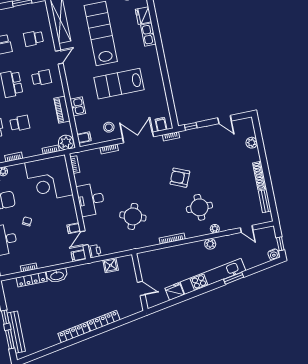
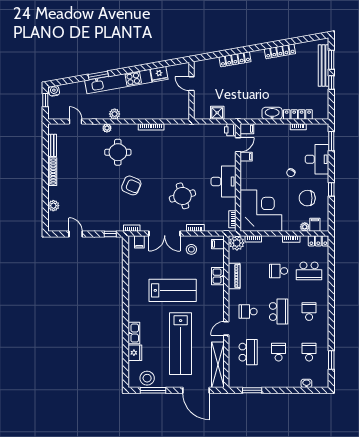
school desk: (33, 38) -> (248, 352), width x1.85
round table: (133, 216) -> (182, 196), moved, turned -36
locker: (74, 333) -> (280, 51), moved

